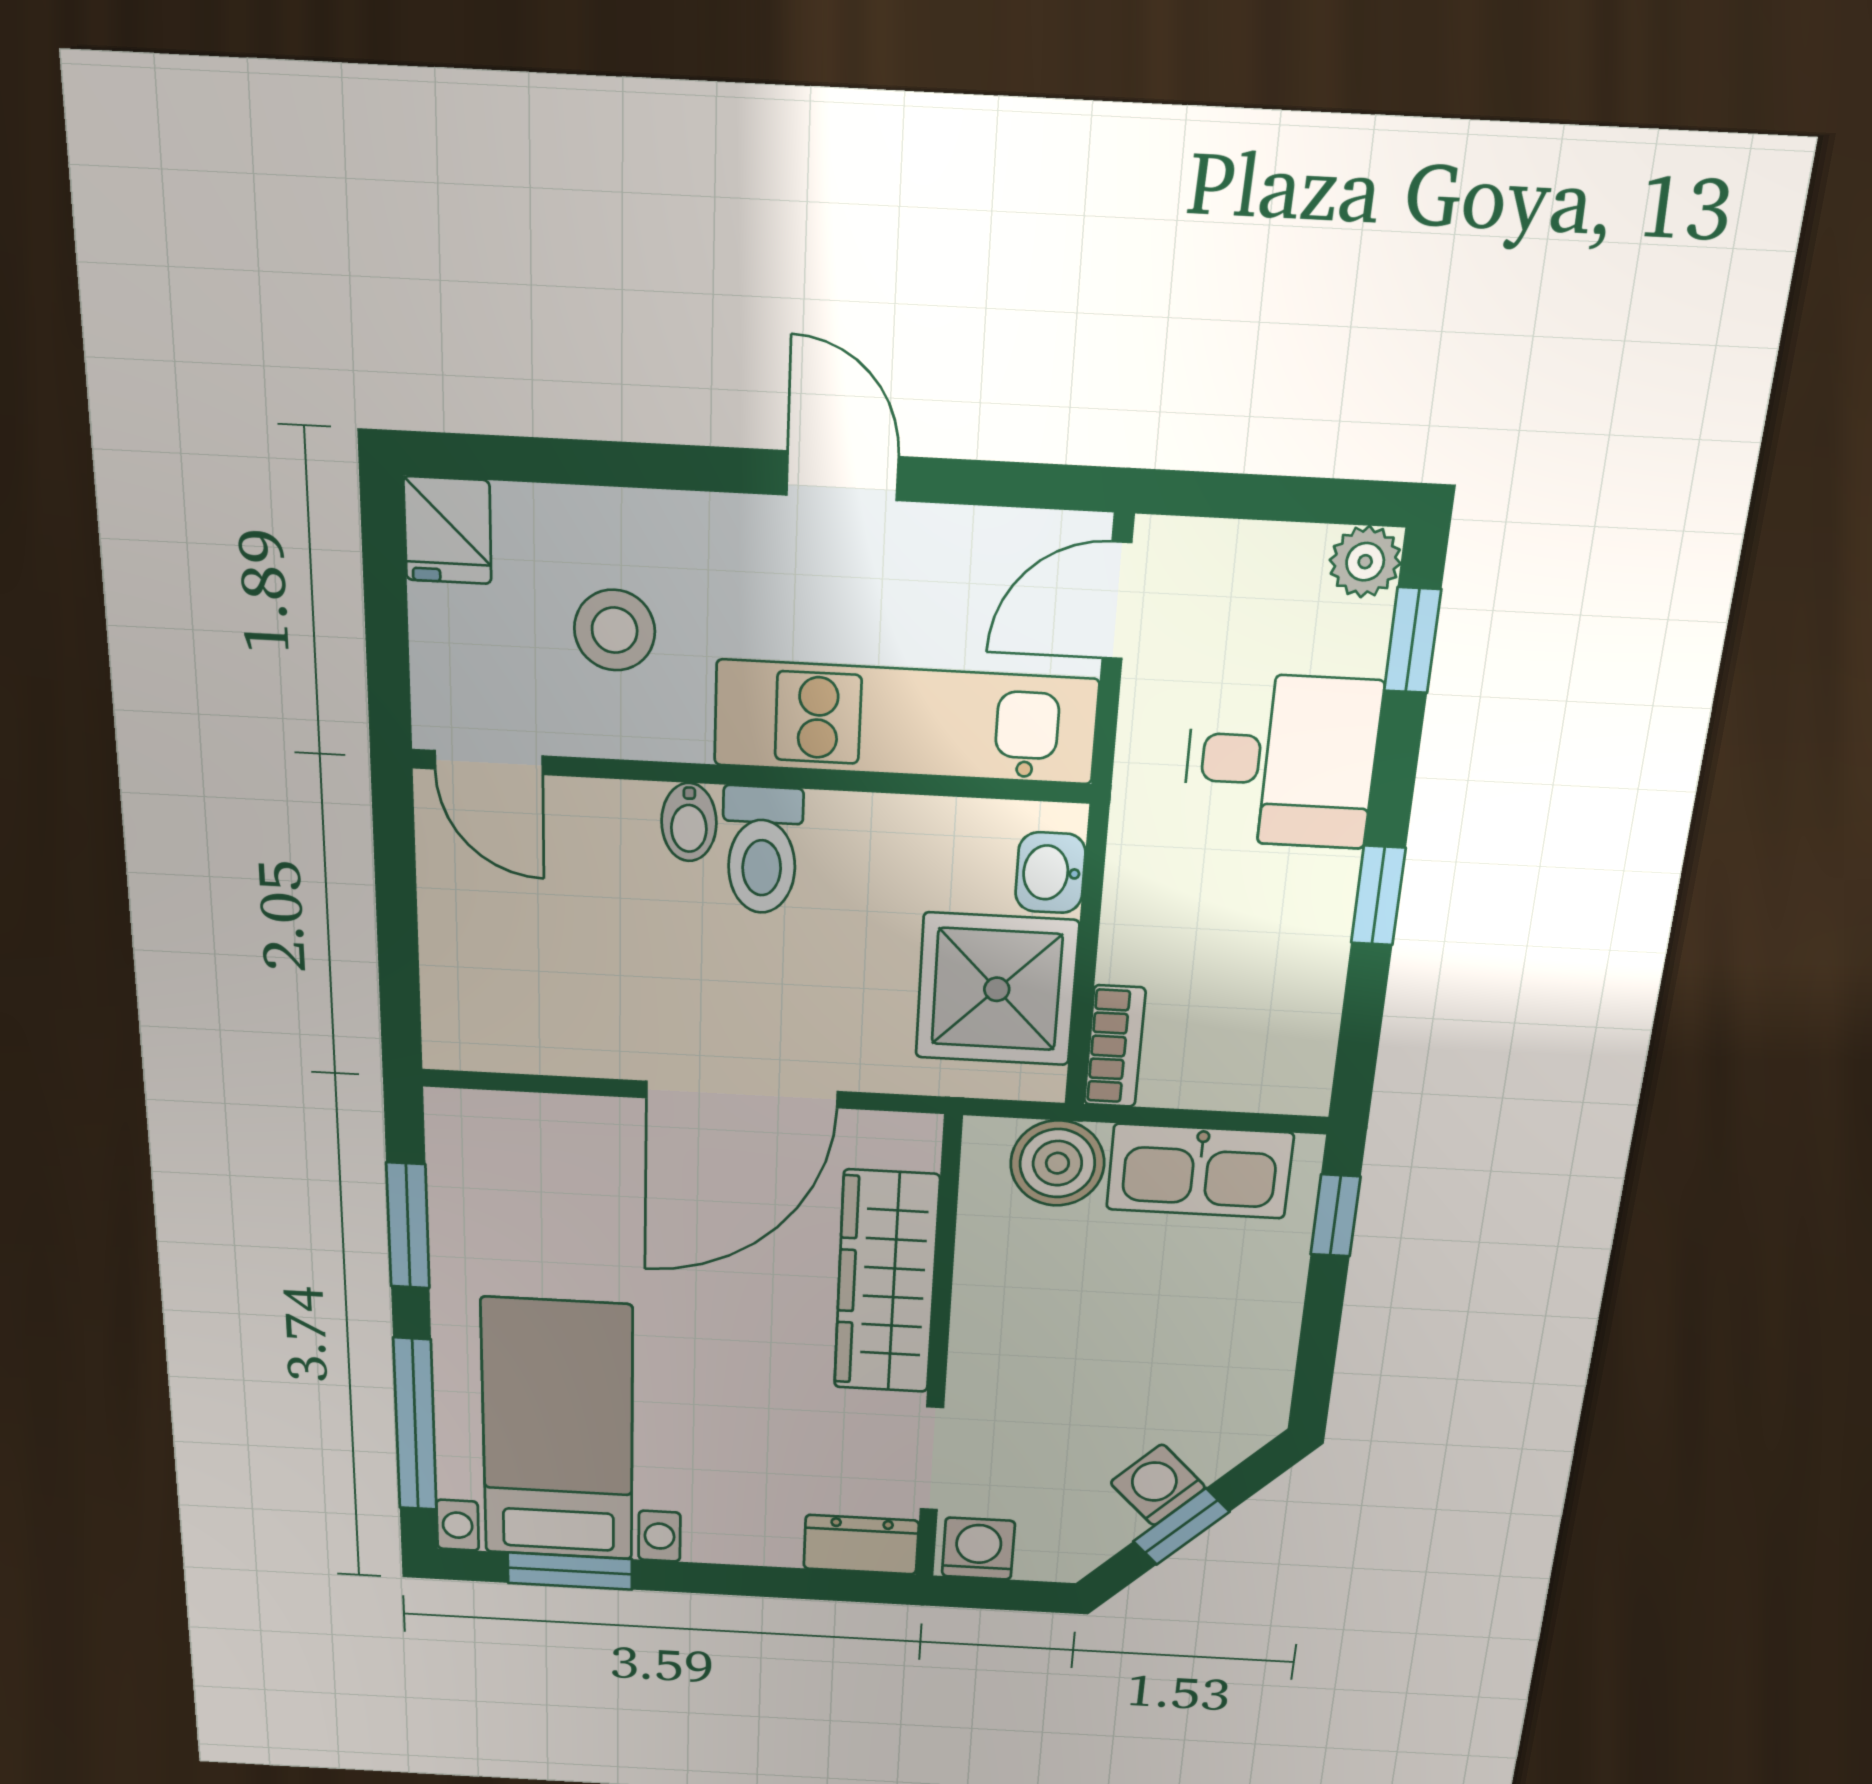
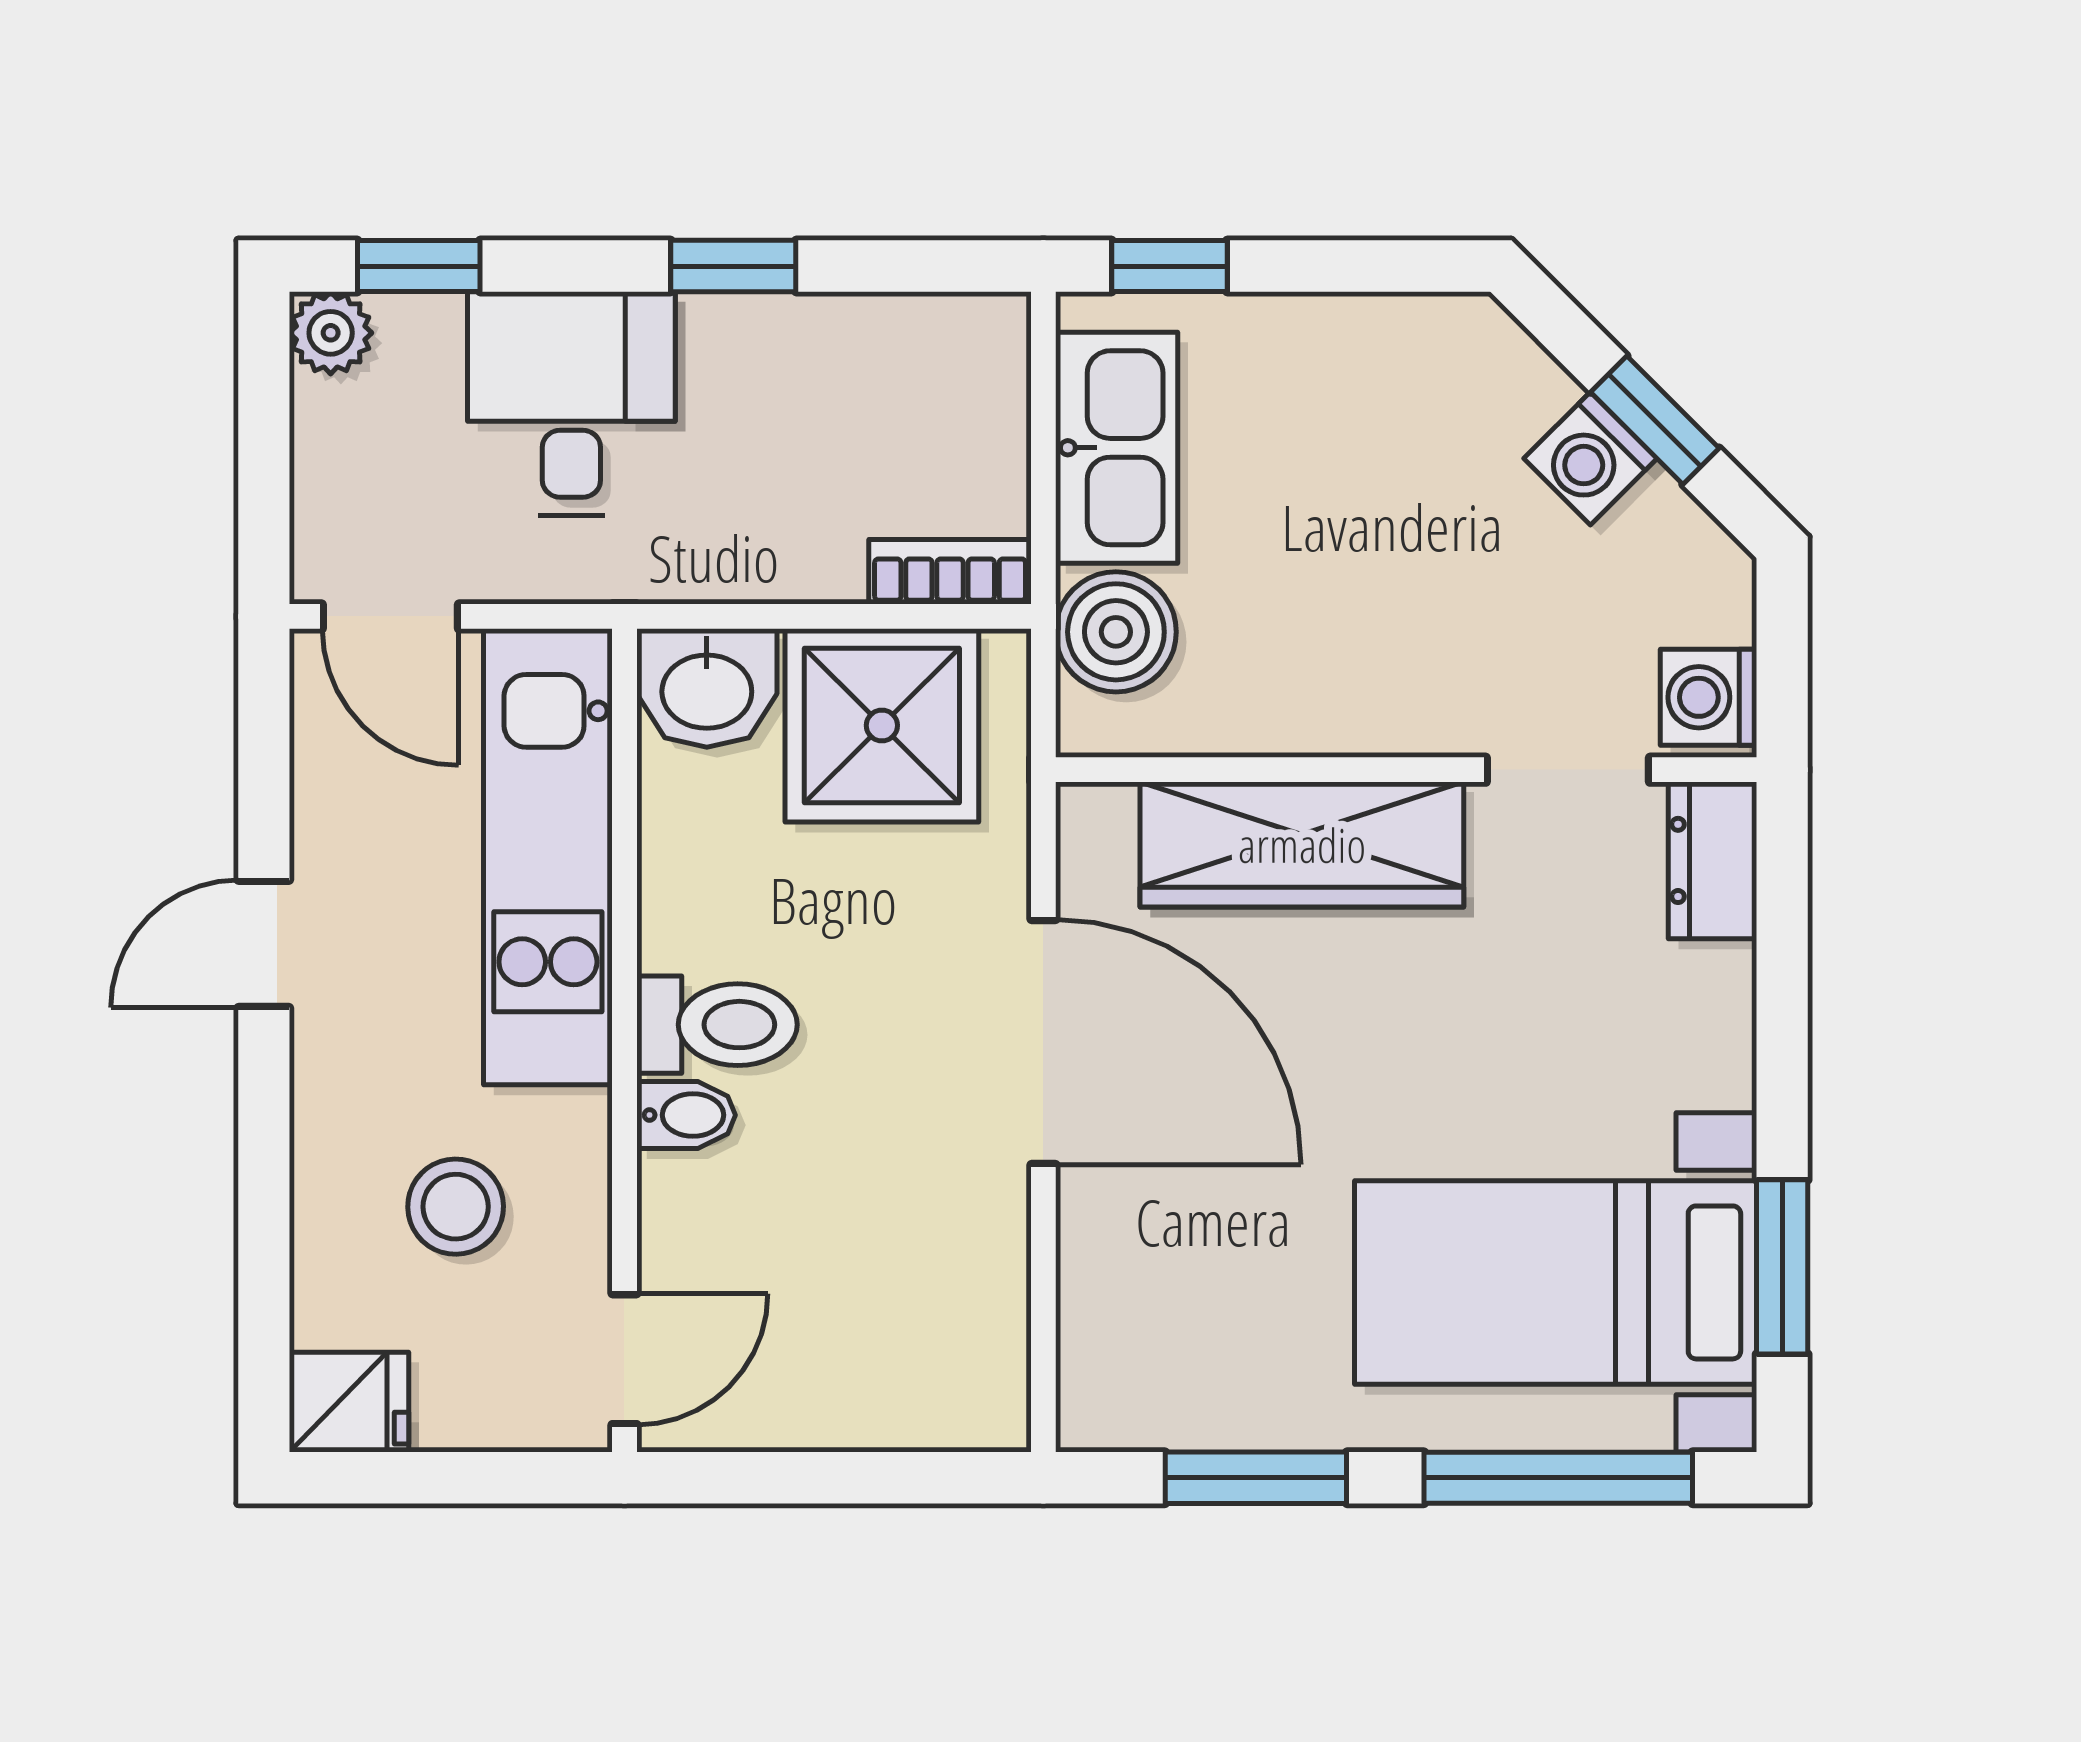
washbasin: (1050, 873) -> (707, 688), width x1.38, depth x1.45

